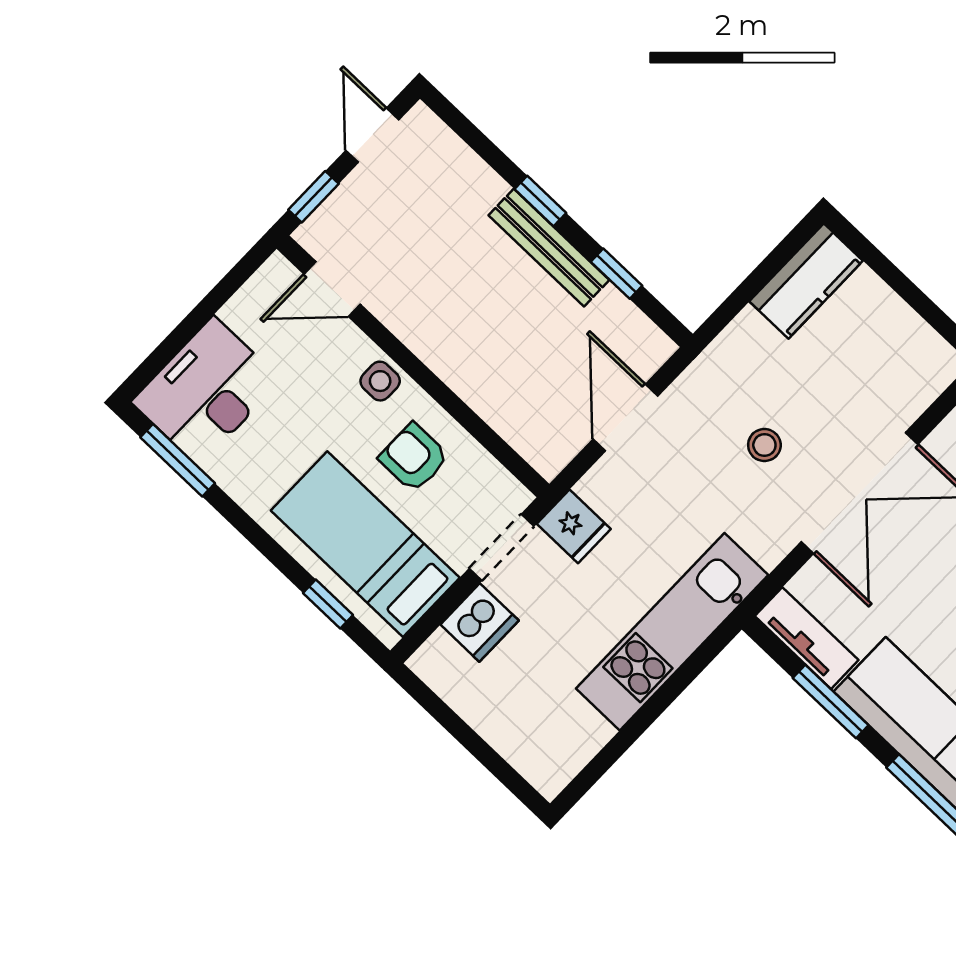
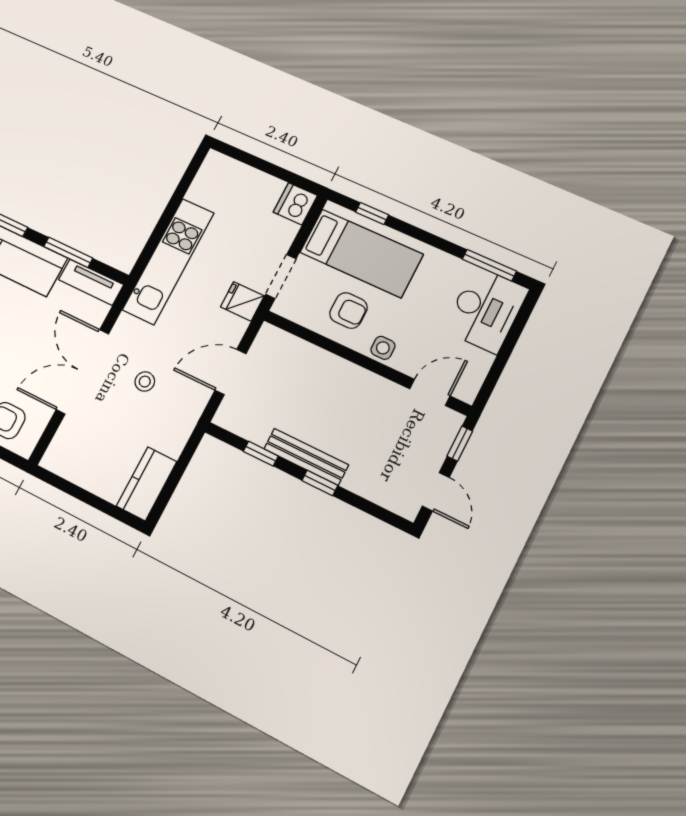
door: (625, 418) -> (231, 372), swing flipped
dishwasher: (480, 622) -> (295, 204), moved

